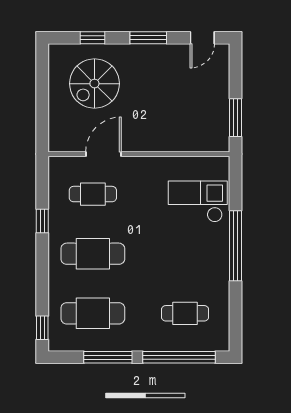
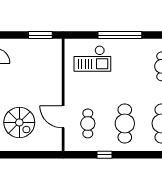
checkout: (198, 201) -> (92, 59), turned -90

